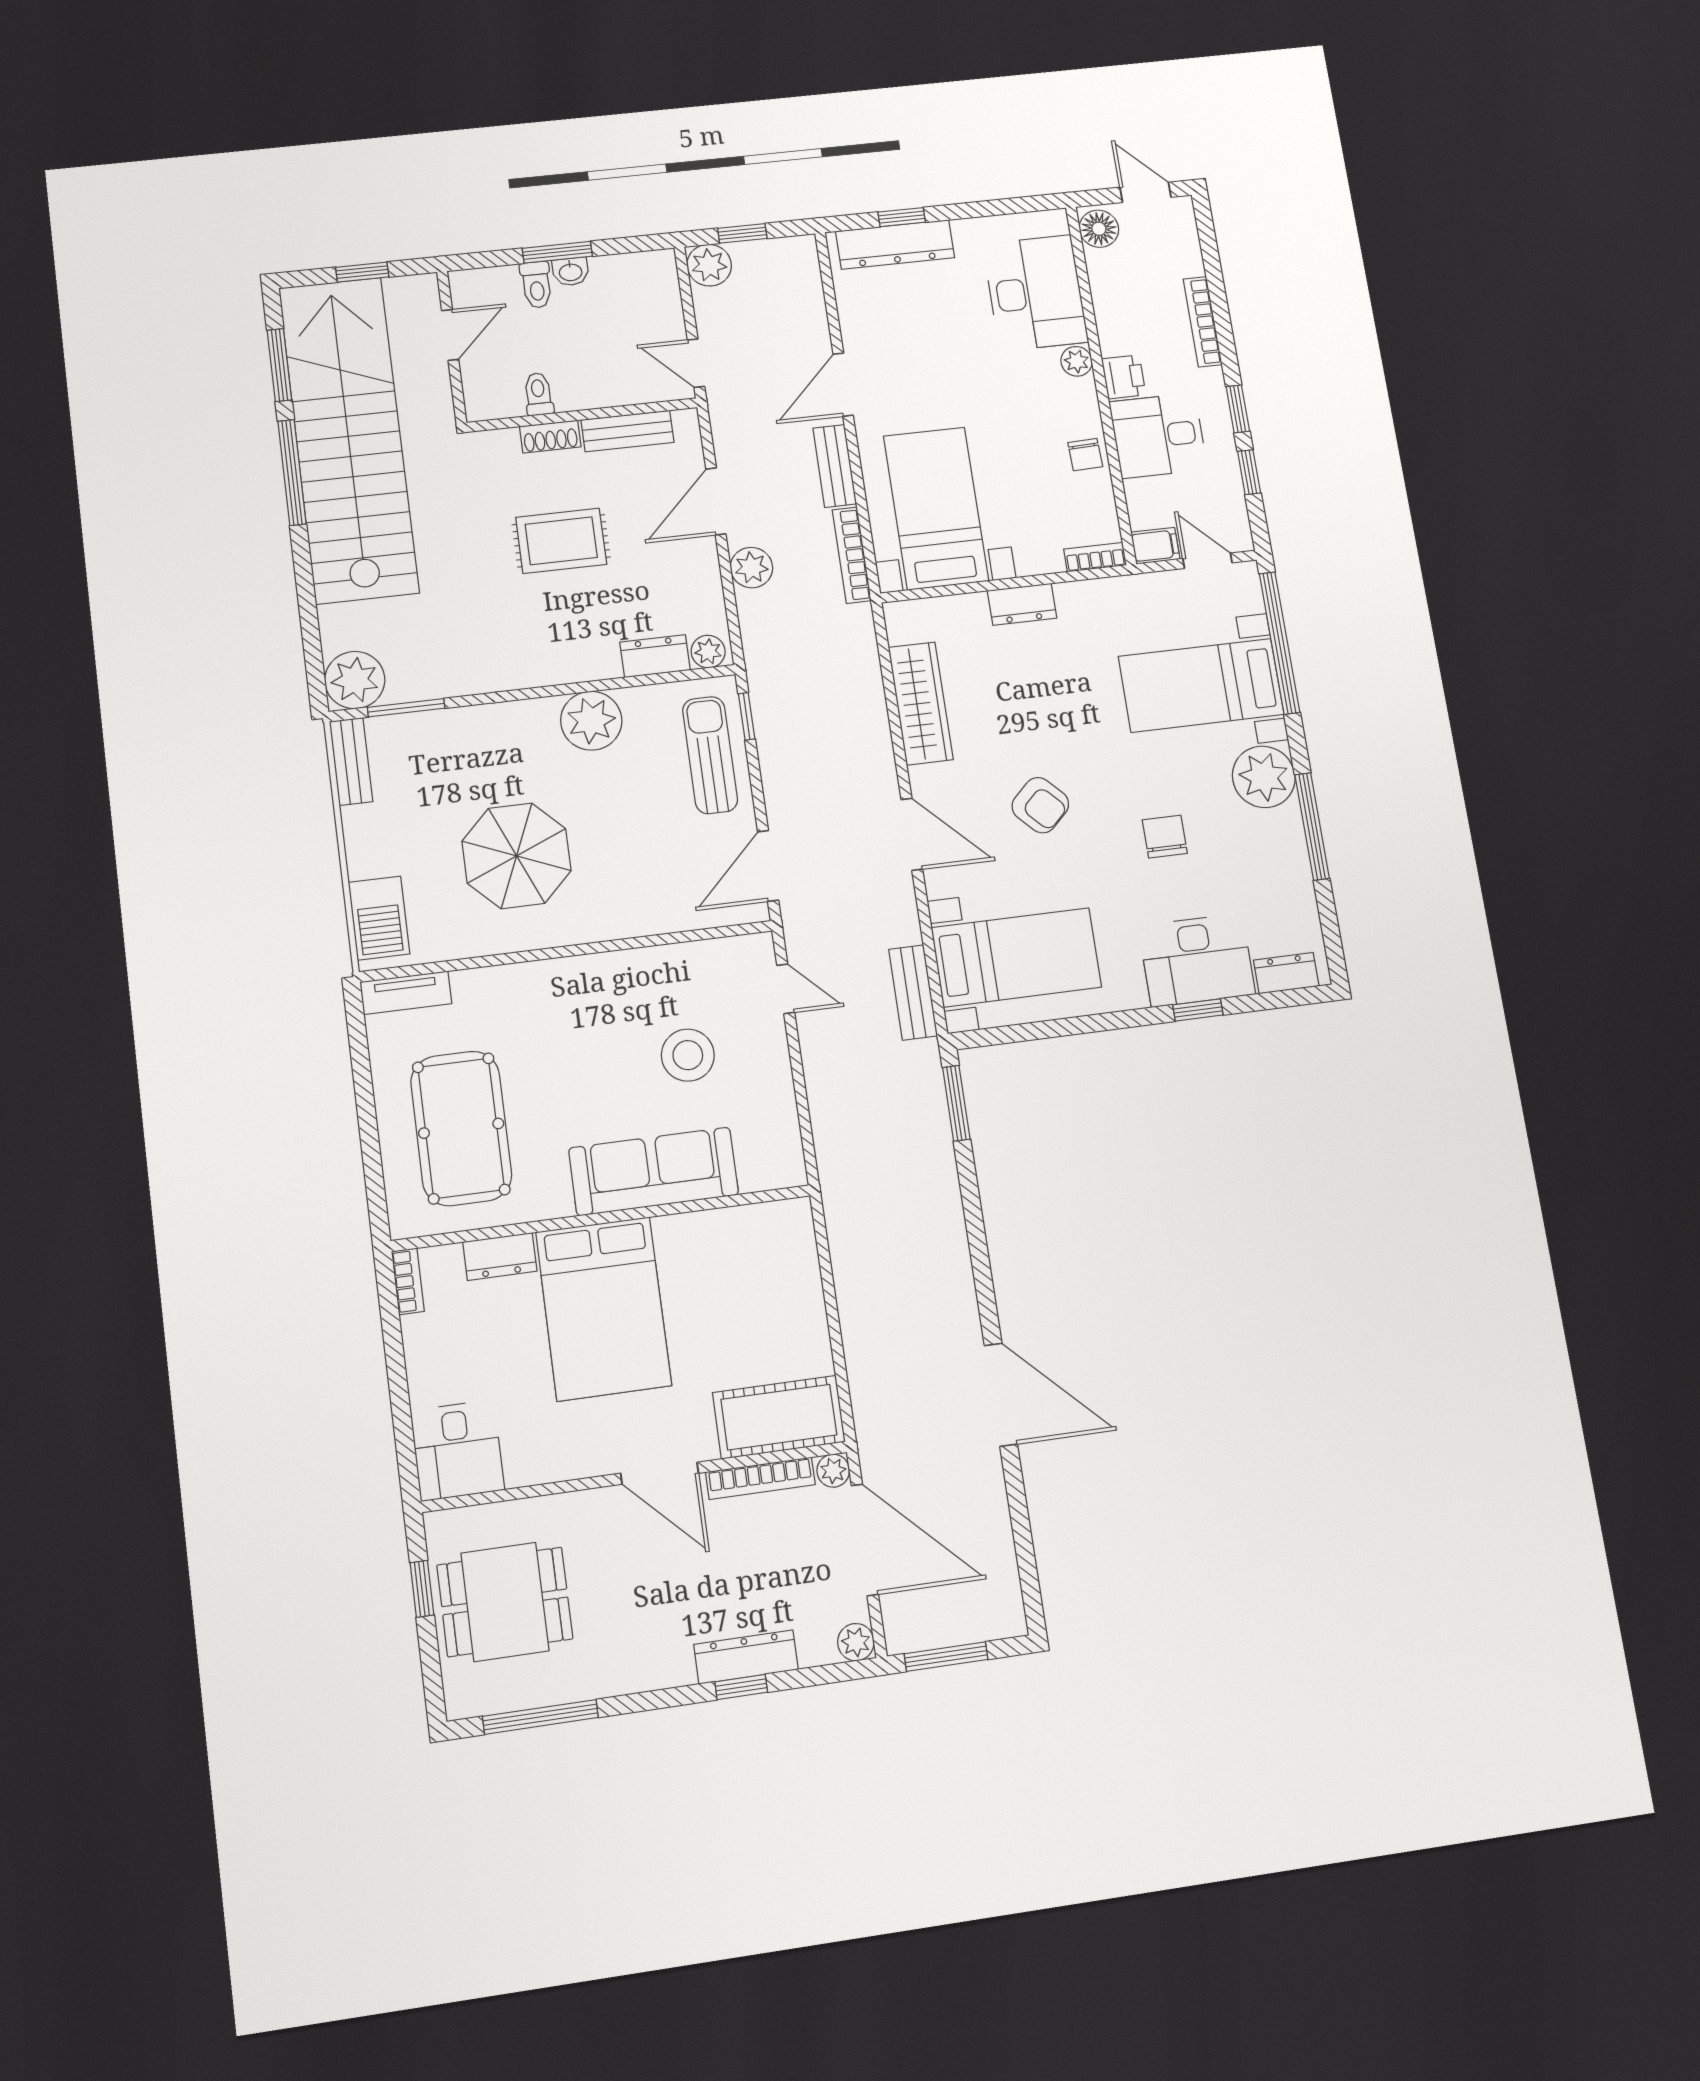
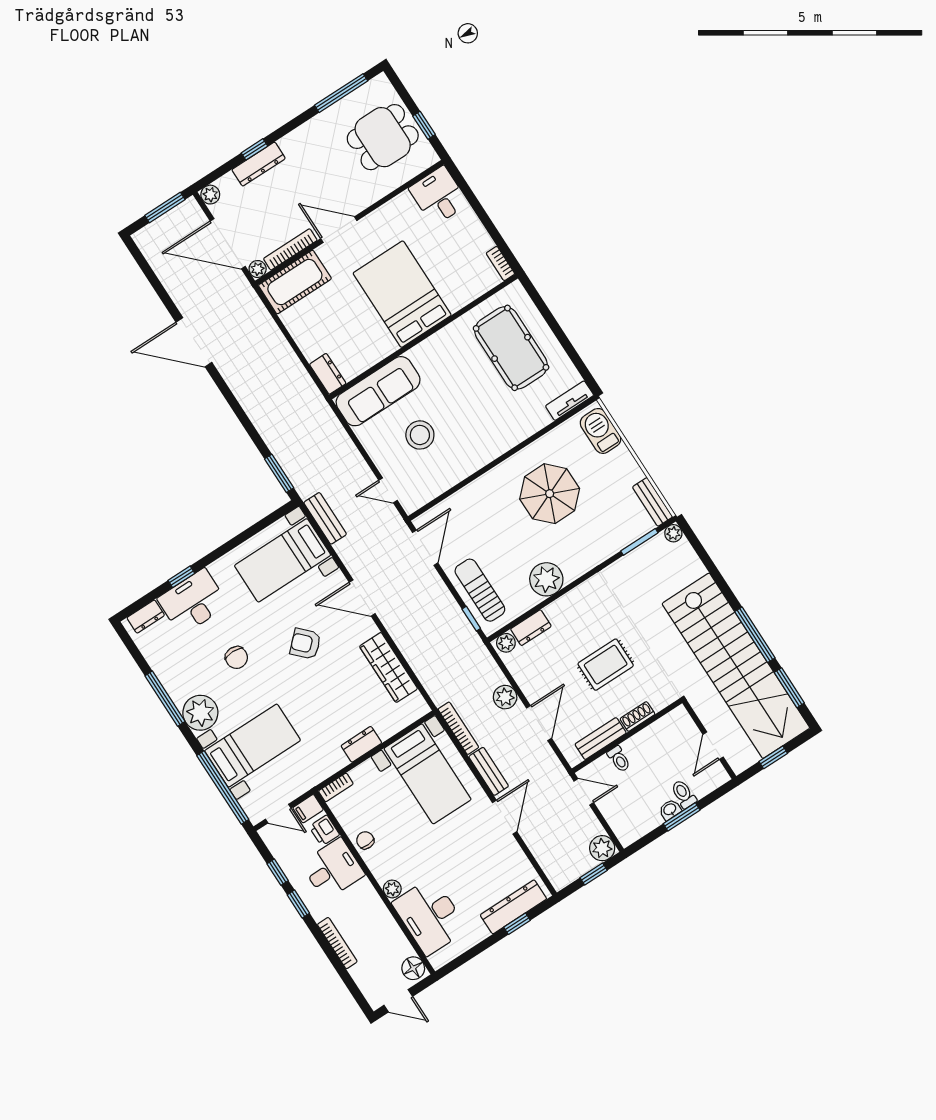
printer: (1124, 377) -> (324, 831), moved
toilet: (538, 394) -> (619, 759), moved
plant: (355, 680) -> (673, 533), width x0.53, depth x0.53
sun lounger: (710, 755) -> (480, 590), turned 180
sofa: (654, 1171) -> (378, 391), moved
dresser: (500, 1256) -> (328, 374), moved, turned 90

